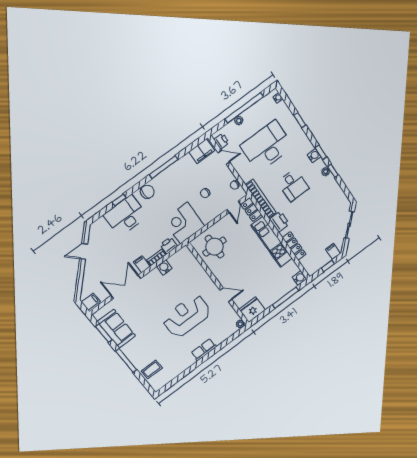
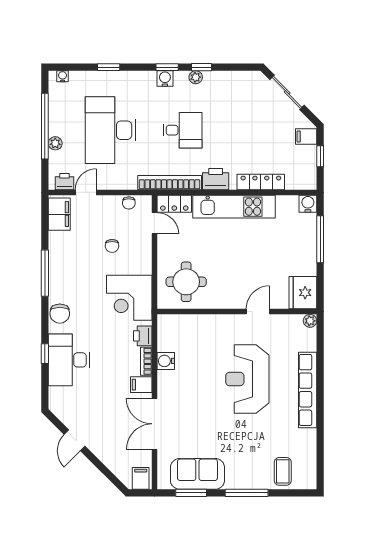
chair: (147, 192) -> (60, 314), turned 180
row of seats: (204, 350) -> (308, 390), width x2.02

